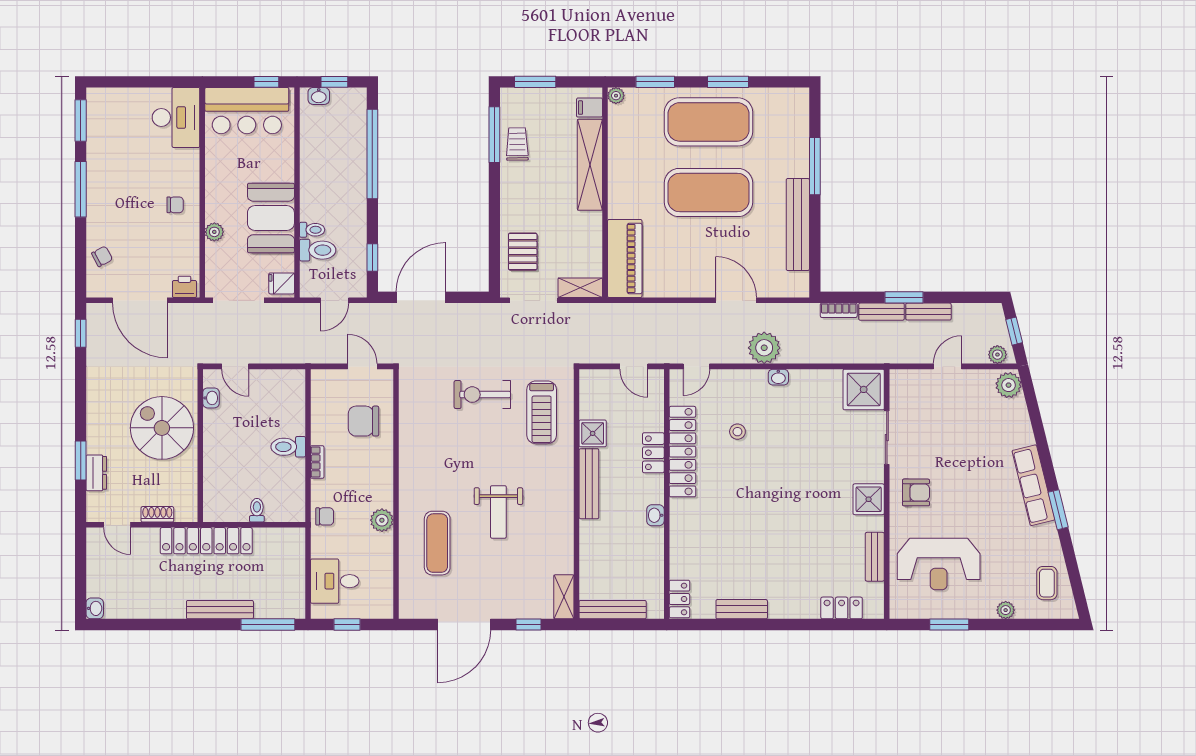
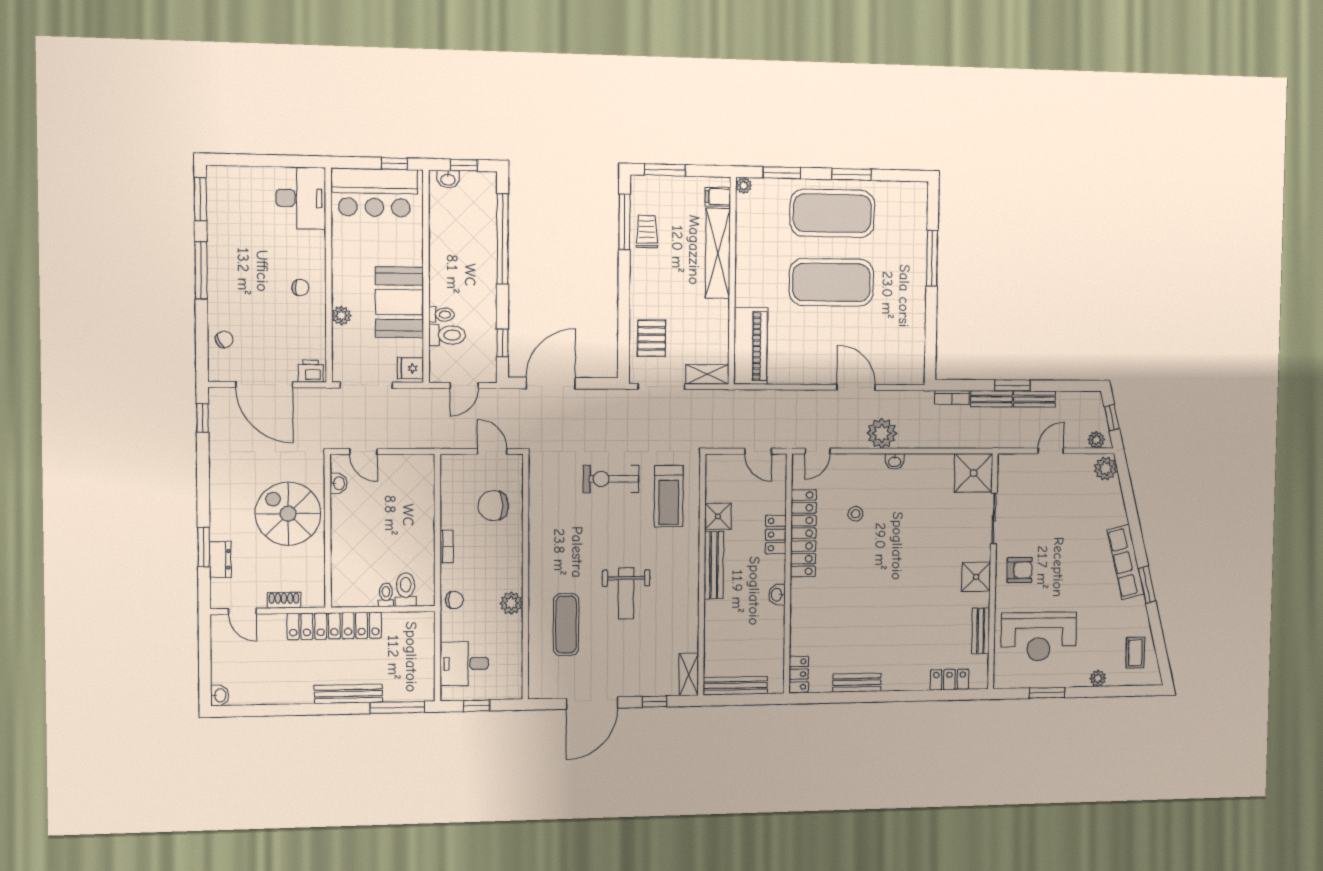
bench: (798, 224) -> (915, 315), removed
toilet: (288, 447) -> (406, 589), moved, turned 90

